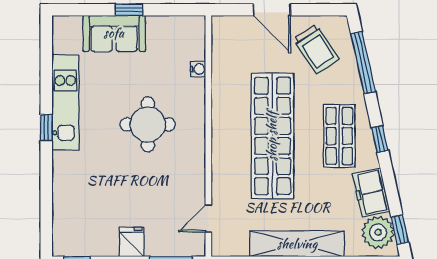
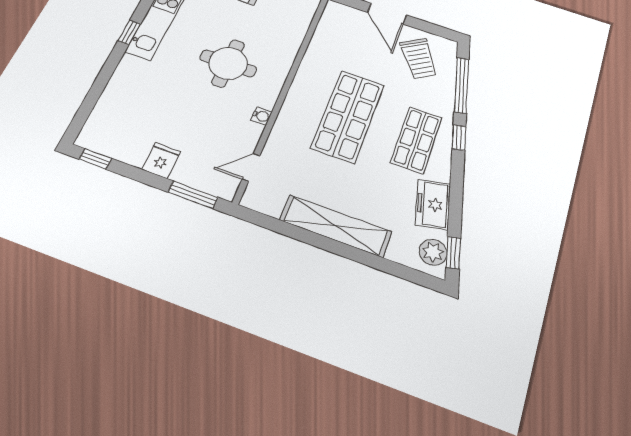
water cooler: (198, 69) -> (261, 116), moved
shop shelf: (272, 136) -> (348, 116), width x0.71
window: (380, 139) -> (459, 138), moved
plant: (378, 232) -> (433, 252), width x0.73, depth x0.73

